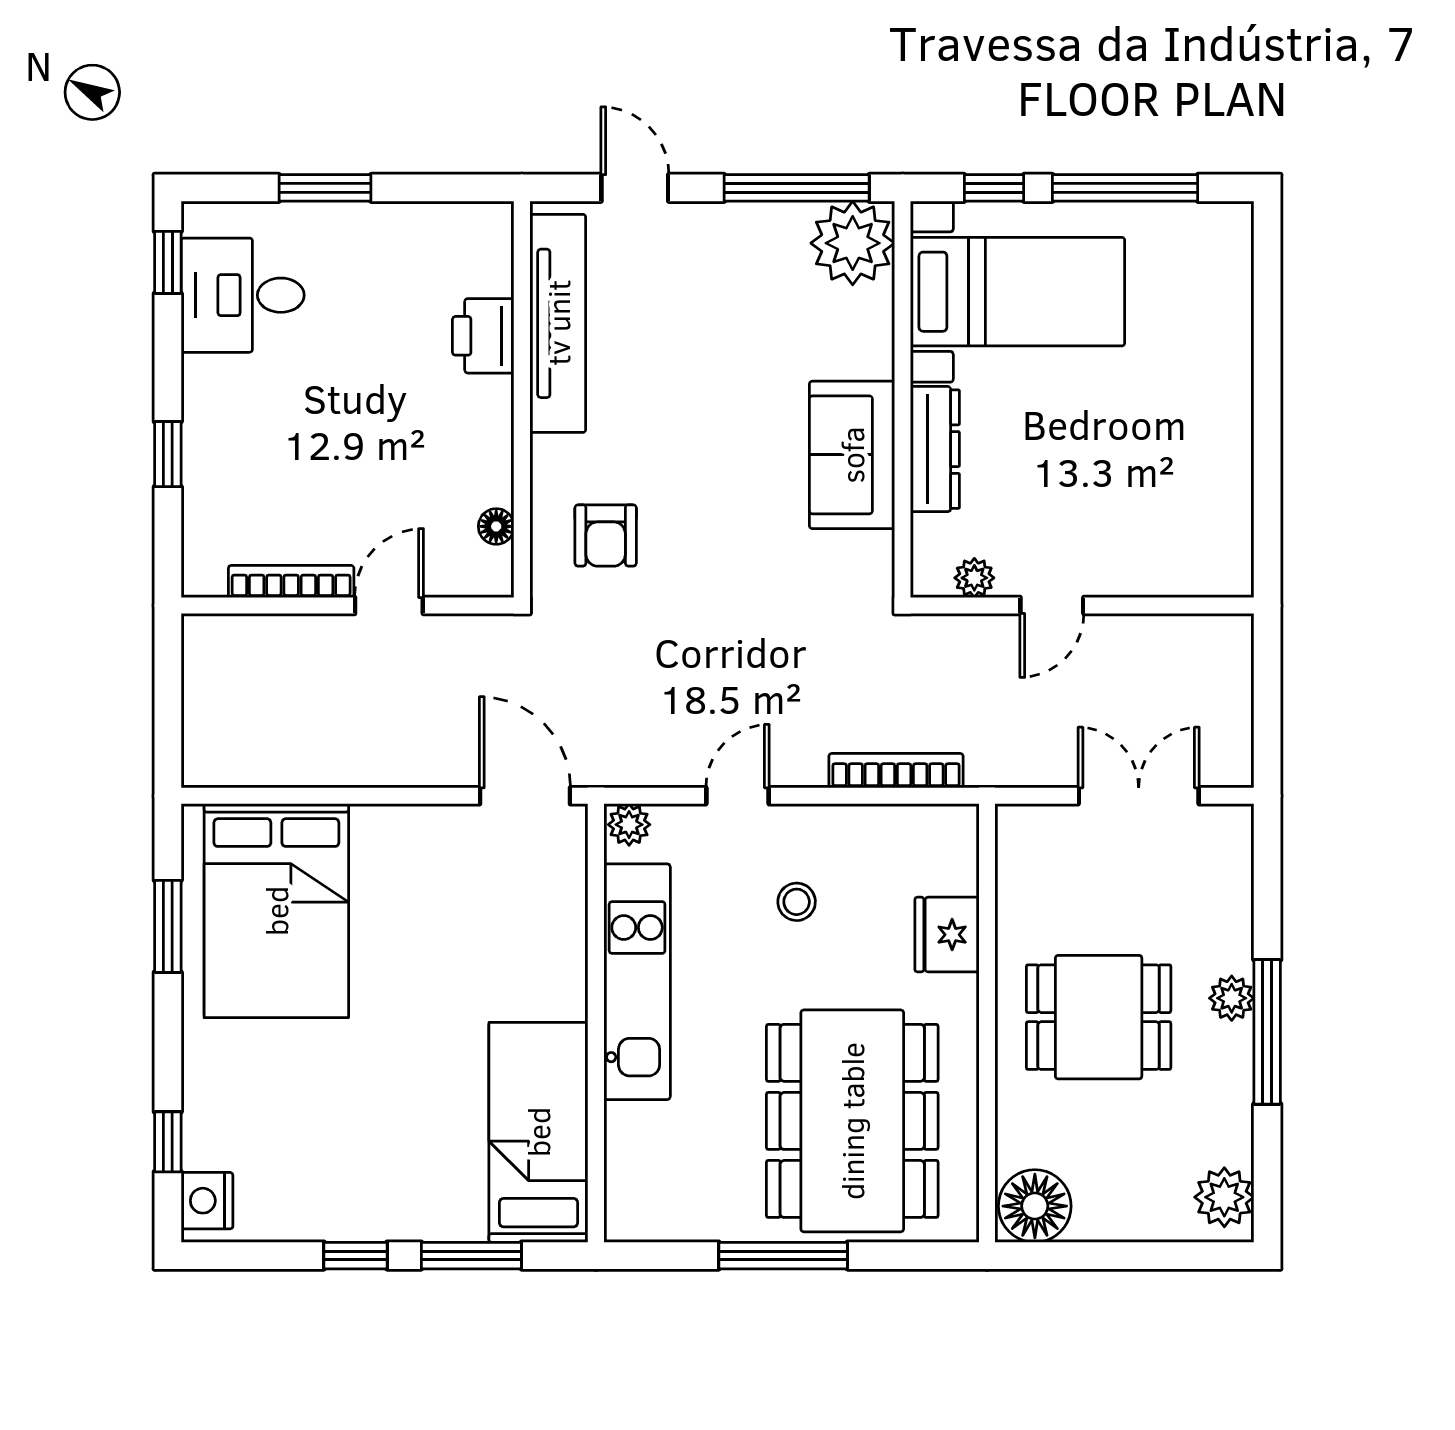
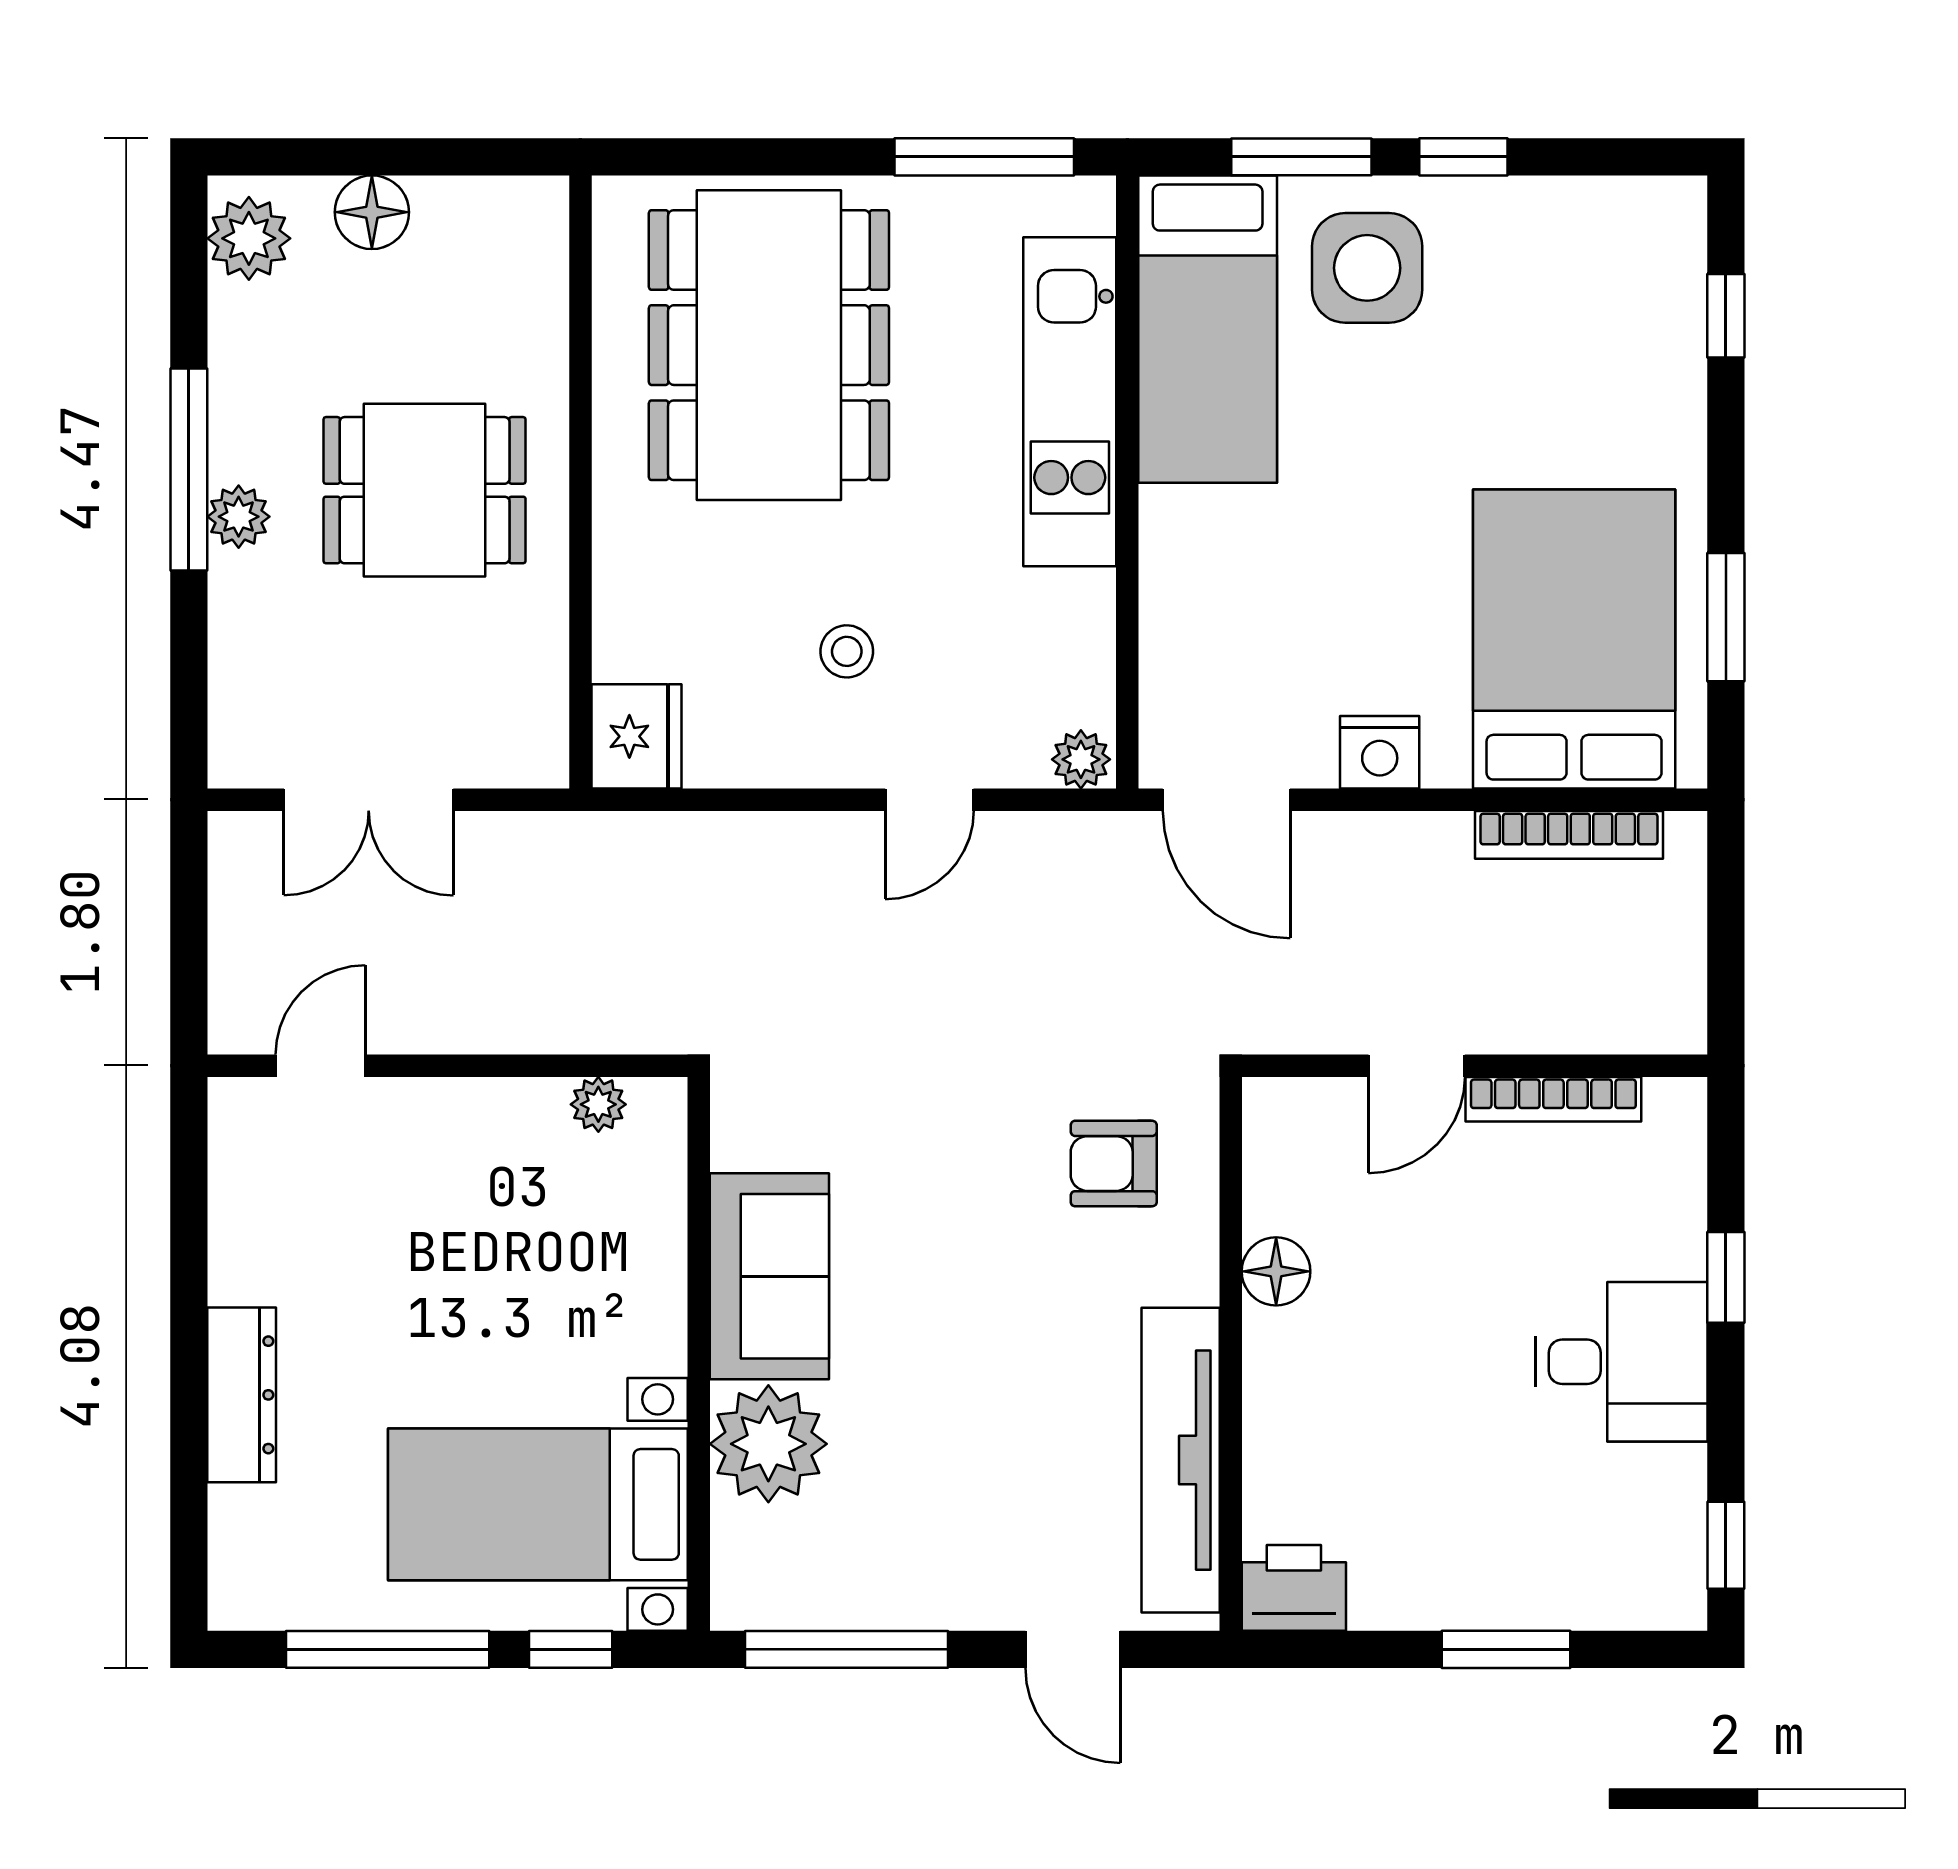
plant: (853, 243) -> (768, 1444), moved
desk: (243, 295) -> (1621, 1362), moved
printer: (483, 336) -> (1294, 1588), moved, turned -90
dresser: (935, 449) -> (242, 1395), moved, turned 180
floor lamp: (496, 526) -> (1276, 1271), moved, width x1.37, depth x1.37
armchair: (606, 535) -> (1114, 1164), turned -90
door: (1052, 605) -> (320, 1066), moved
bookcase: (896, 771) -> (1569, 835), moved
fridge: (947, 935) -> (637, 736), moved
kitchen unit: (637, 982) -> (1070, 402), moved
side table: (424, 1176) -> (1367, 268), added
nightstand: (207, 1201) -> (1380, 752), moved, turned 90
floor lamp: (1035, 1206) -> (372, 212), moved, width x0.73, depth x0.73
window: (783, 1256) -> (984, 157), moved

